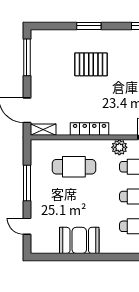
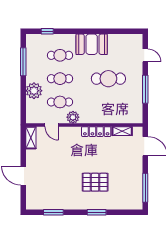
shelving: (43, 130) -> (122, 131), moved
cafe table: (74, 167) -> (108, 79), moved
booth: (79, 240) -> (92, 44), moved

